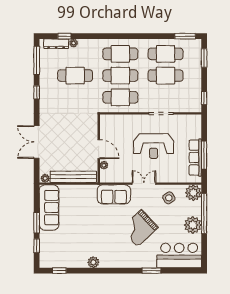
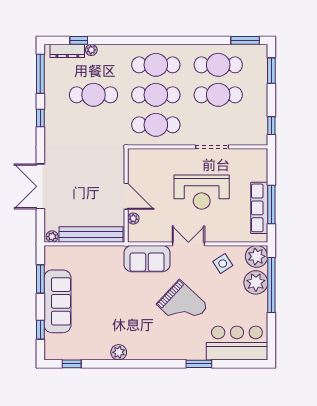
sofa: (49, 208) -> (57, 301), moved
window: (37, 223) -> (40, 279), moved
plant: (193, 225) -> (256, 282), moved
grand piano: (139, 228) -> (182, 305), turned -94

